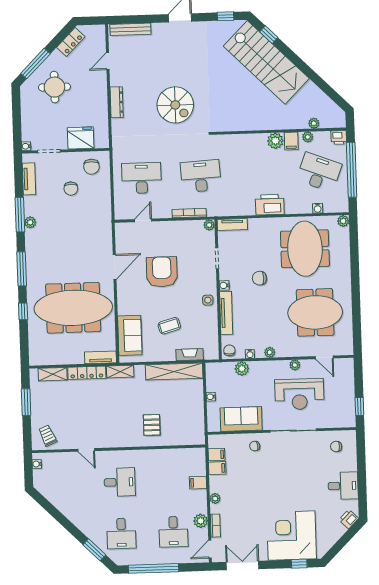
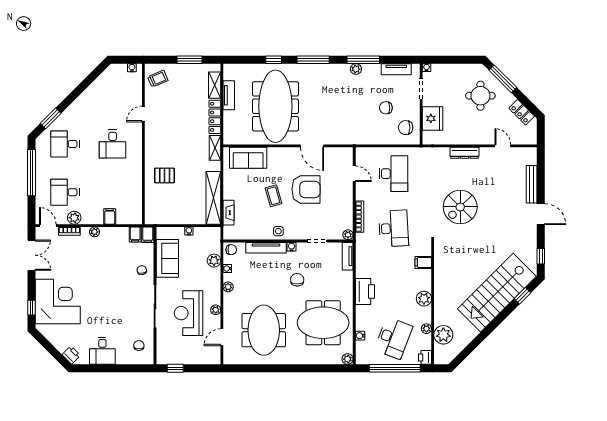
bench: (130, 29) -> (532, 184), moved
plant: (314, 123) -> (443, 335), width x1.88, depth x1.88
filing cabinet: (291, 141) -> (423, 262), moved
coffee table: (169, 326) -> (274, 196), moved
tv unit: (100, 357) -> (229, 95), moved
filing cabinet: (217, 468) -> (148, 235), moved

